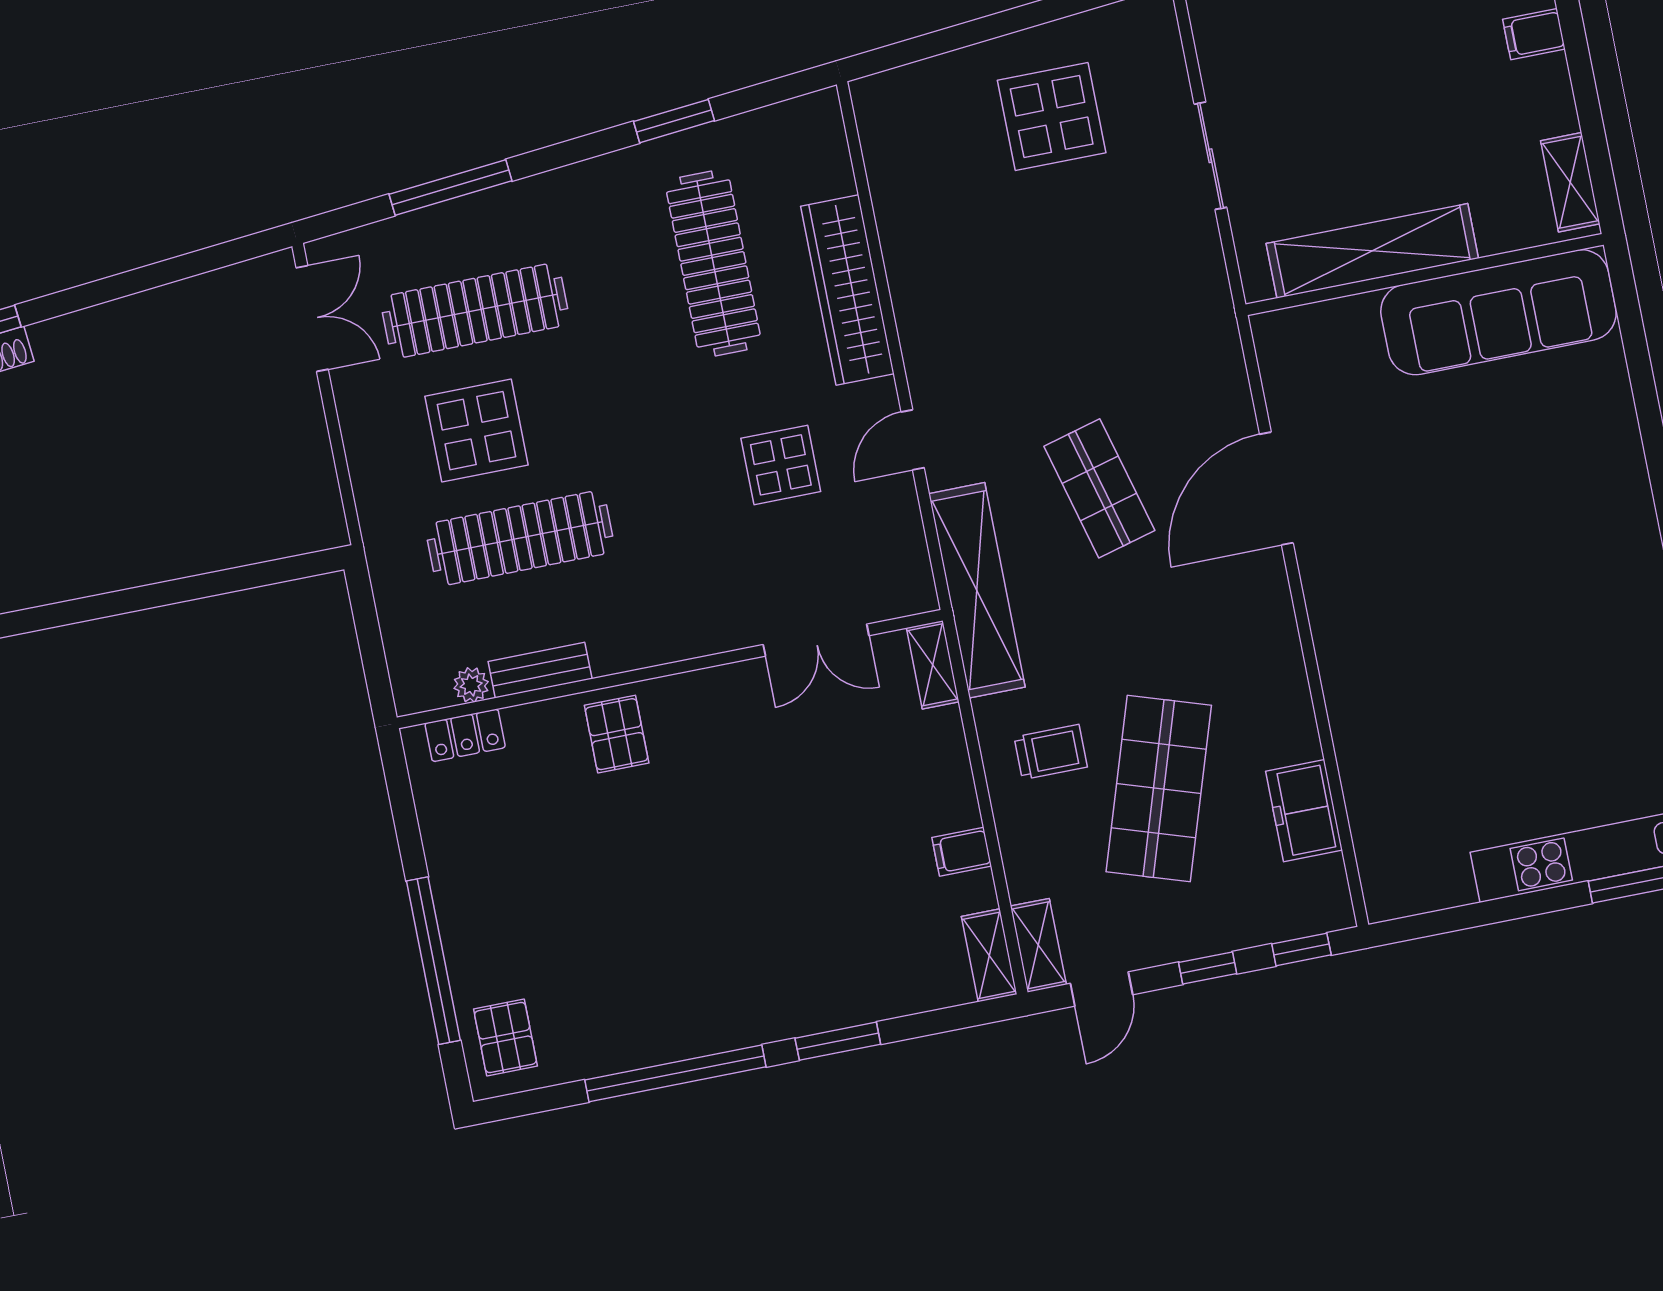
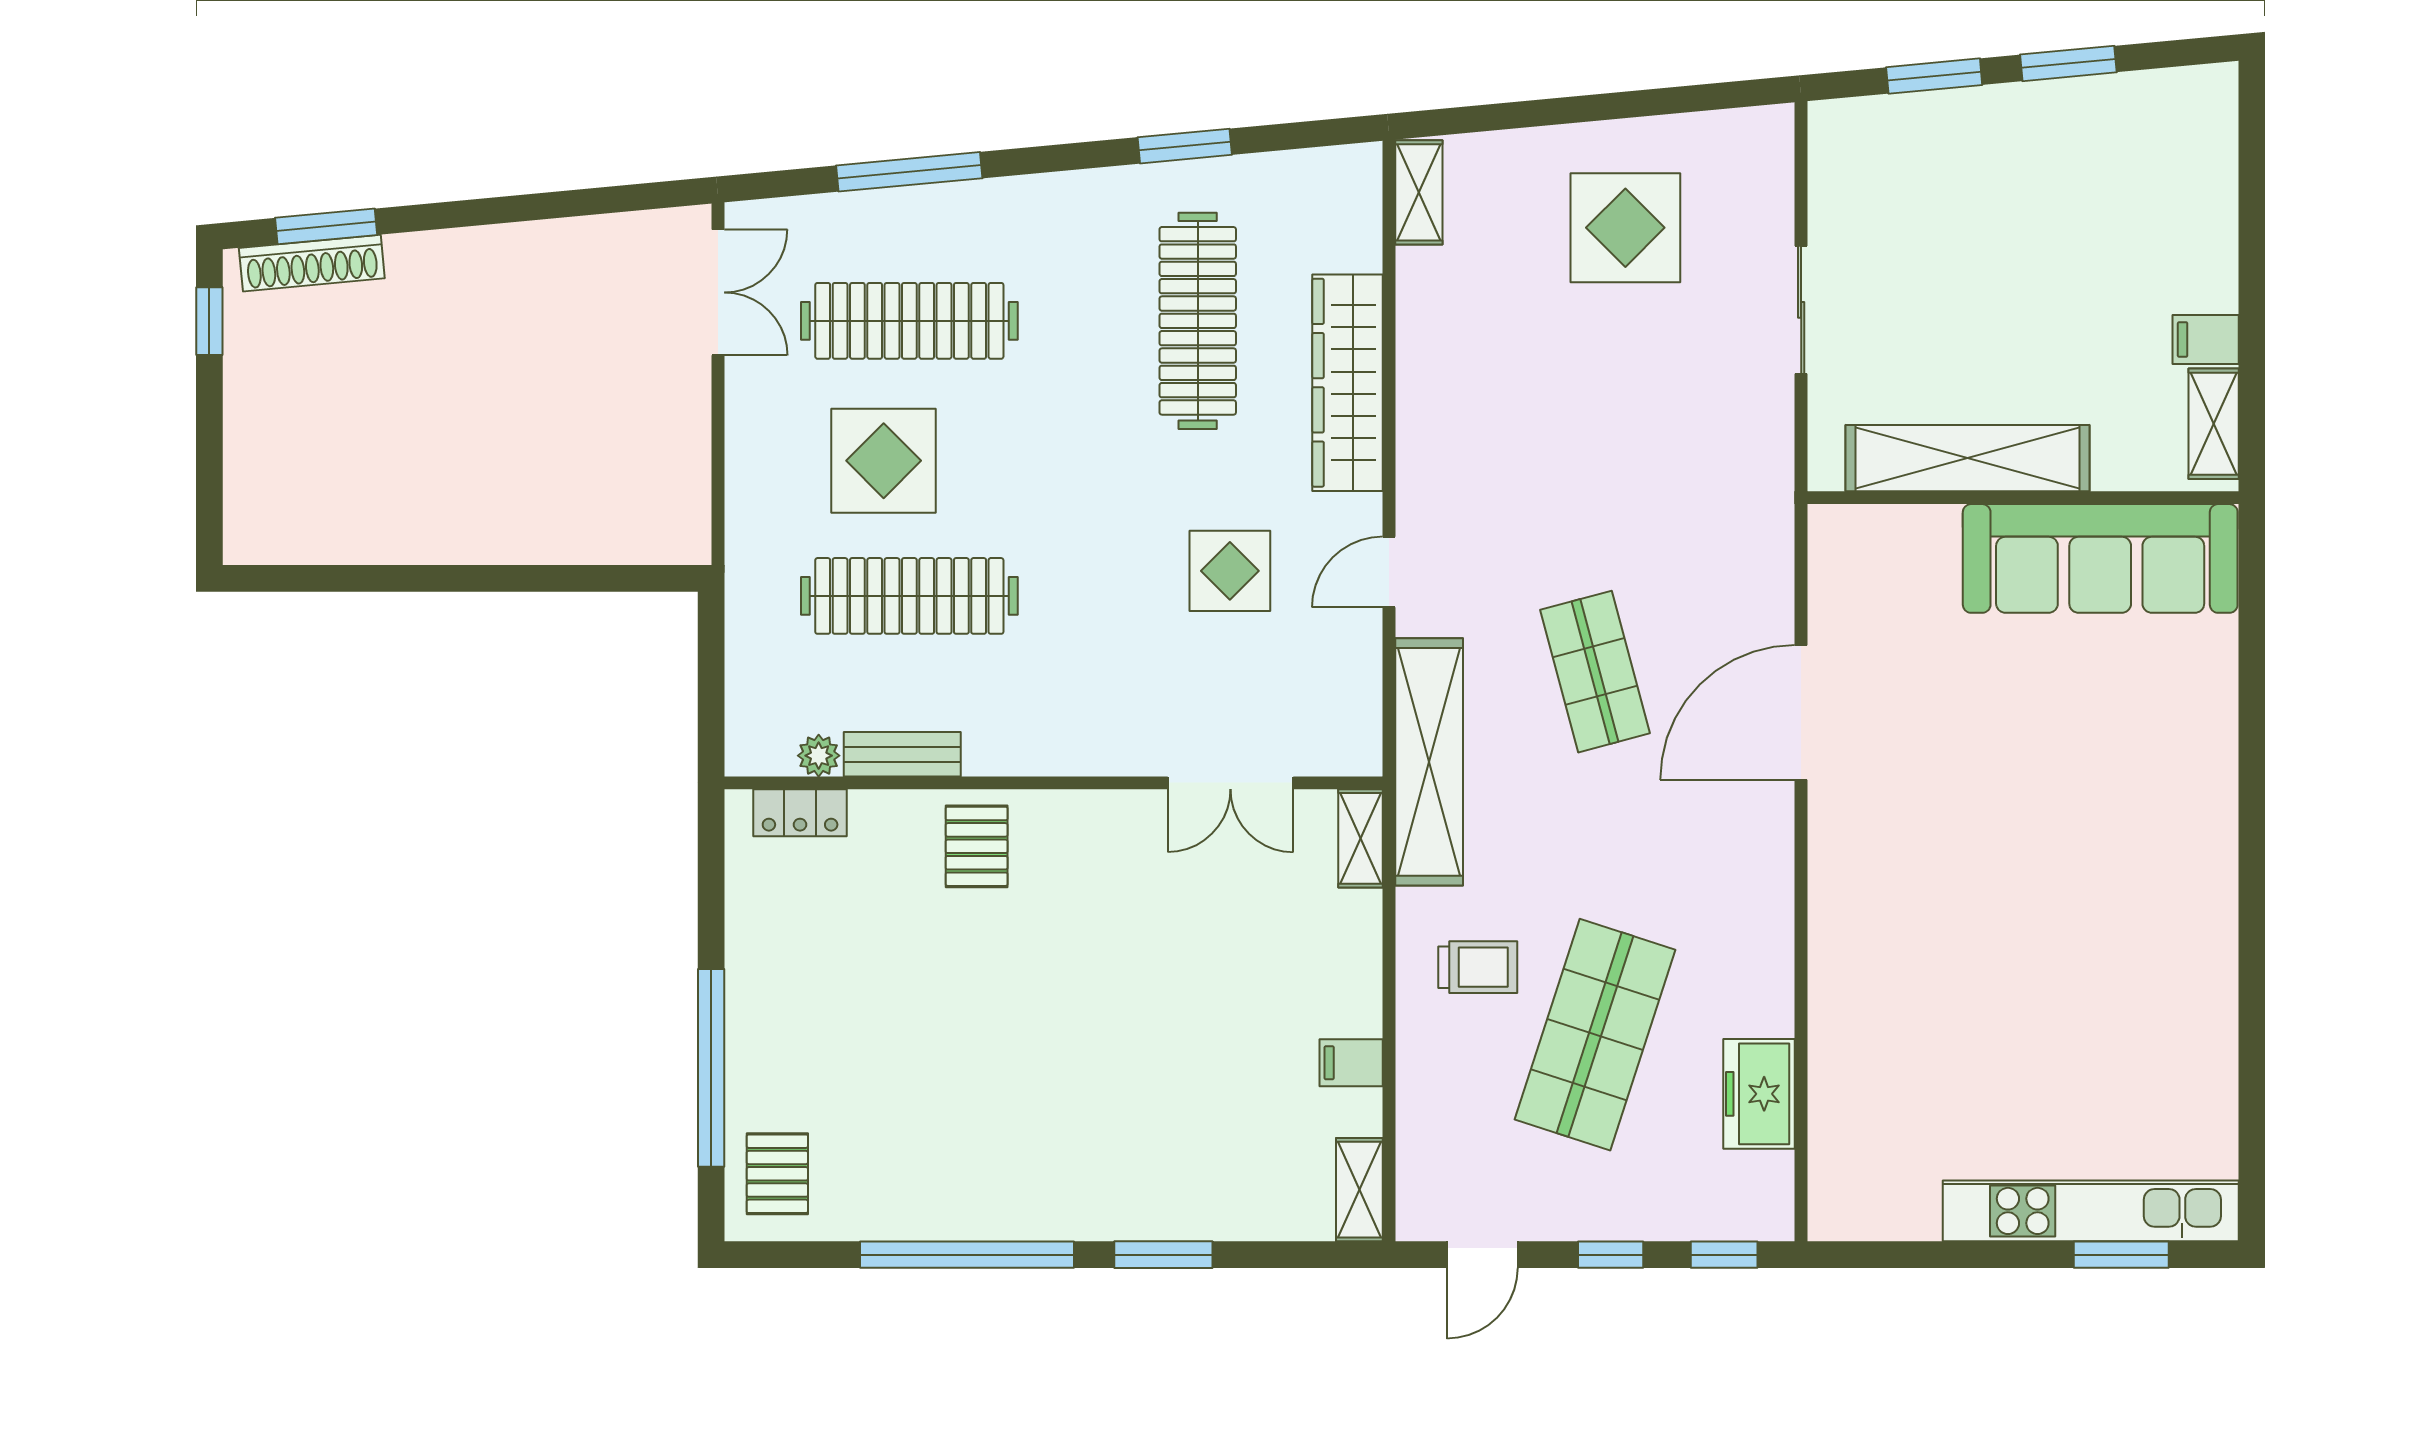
filing cabinet: (1534, 34) -> (2206, 340), moved
shelving: (1038, 945) -> (1419, 192), moved

